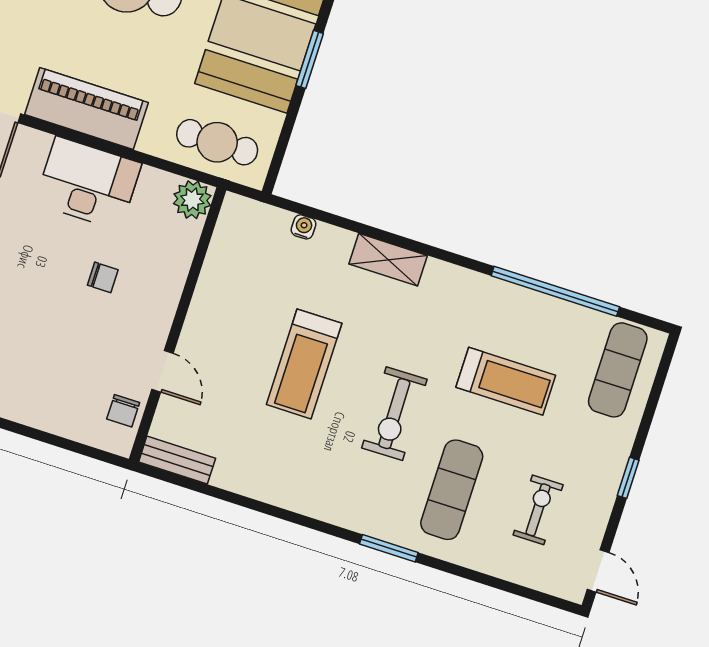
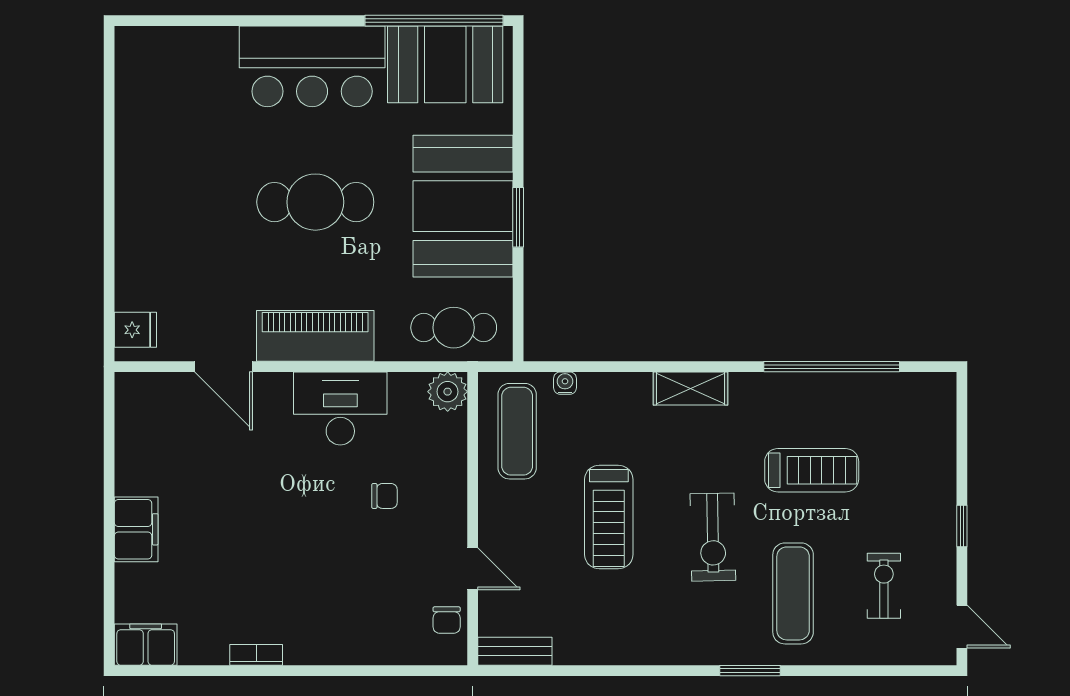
shelving: (388, 260) -> (690, 388), moved
exercise mat: (618, 370) -> (517, 431), moved

